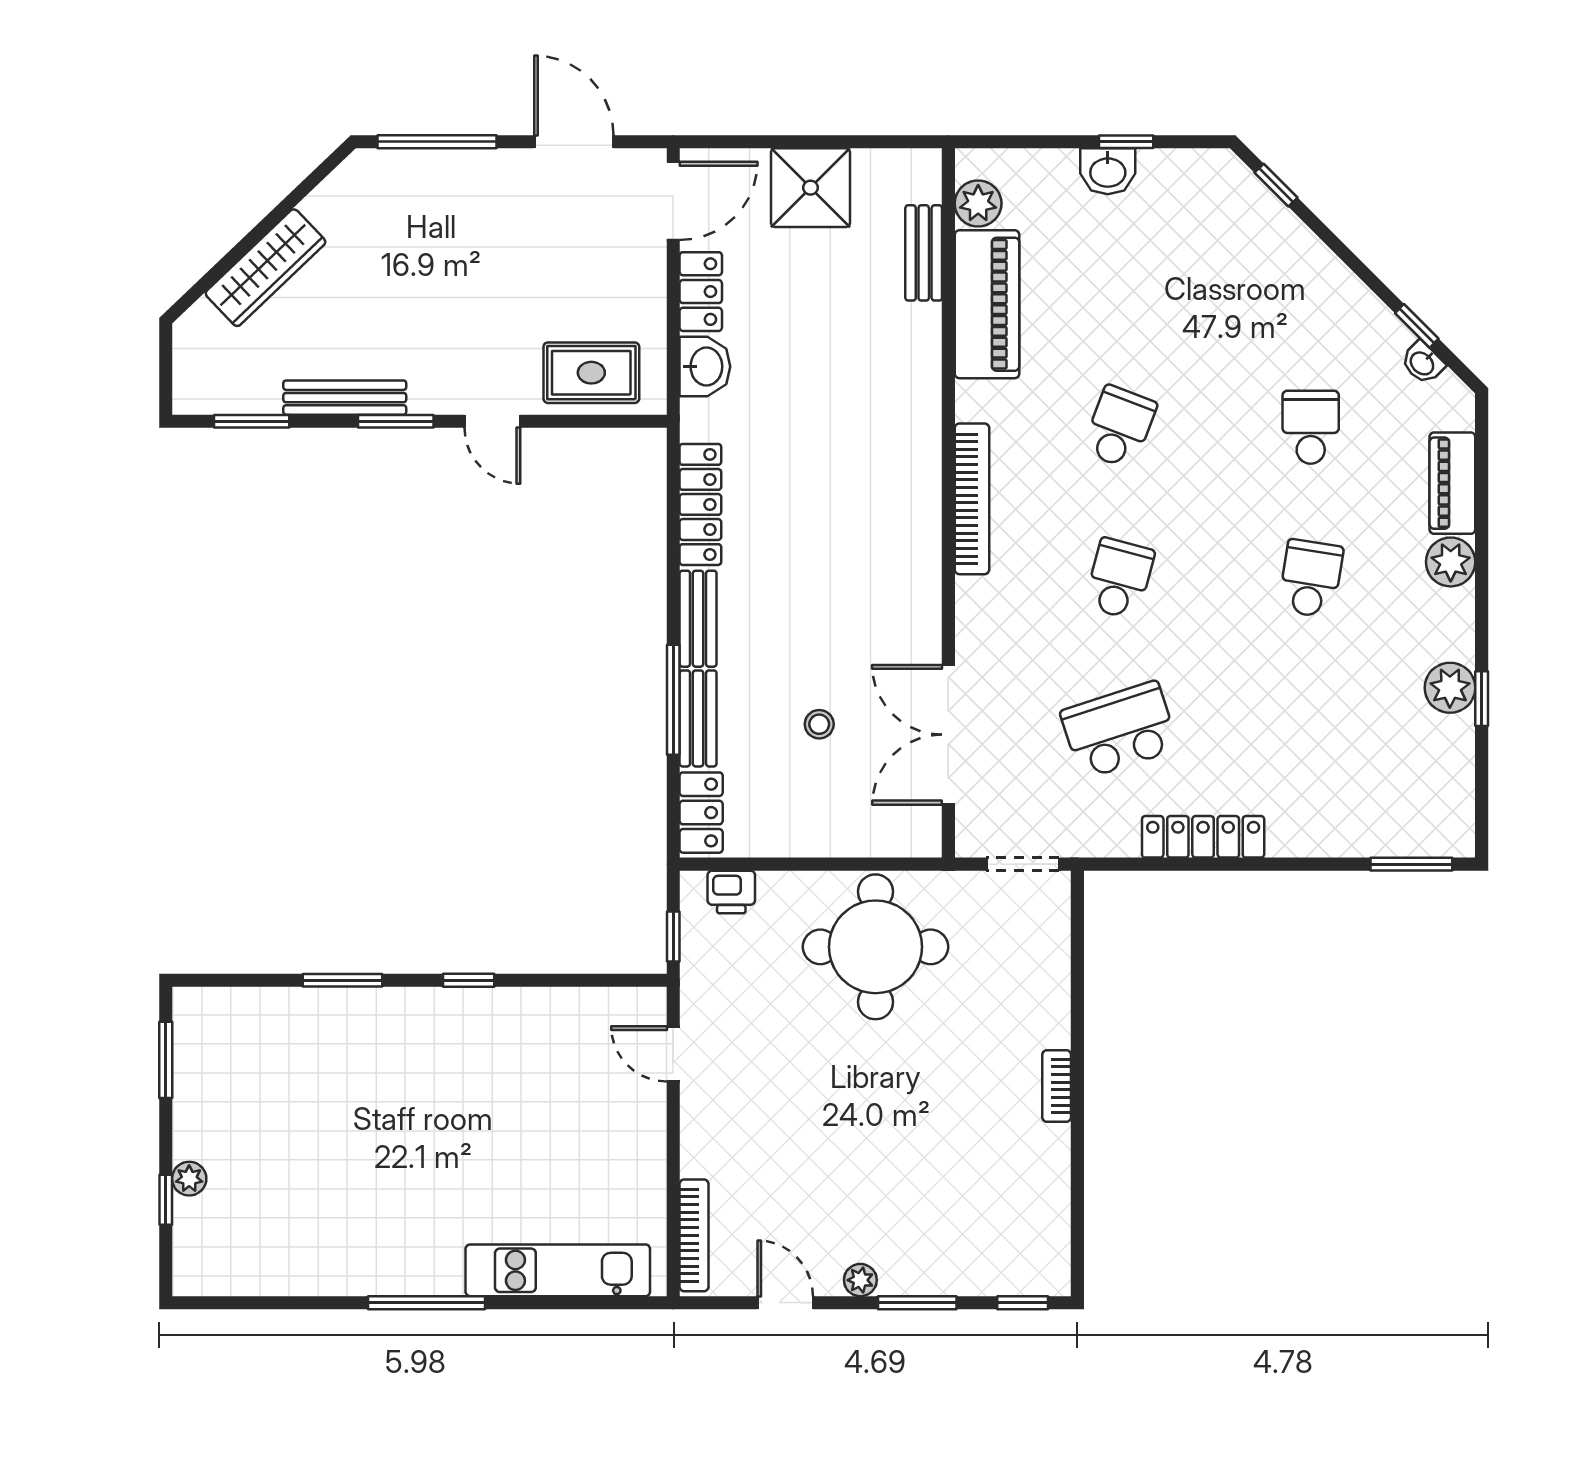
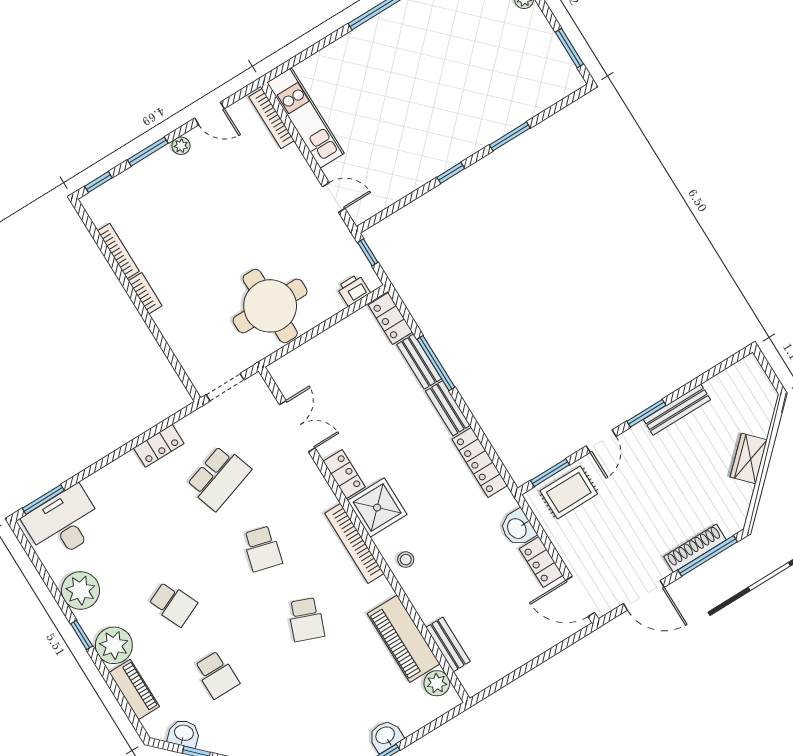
shoe rack: (449, 166) -> (695, 548), added
shower: (810, 188) -> (377, 508), moved
door: (673, 201) -> (580, 596), hinge flipped
wardrobe: (265, 268) -> (749, 458), width x0.67
washbasin: (1423, 363) -> (184, 733), width x1.38, depth x1.45
window: (252, 421) -> (550, 473), moved
door: (492, 421) -> (601, 441), swing flipped
plant: (1451, 562) -> (114, 645), width x1.36, depth x1.36
school desk: (1311, 579) -> (173, 604), turned -33
locker: (922, 616) -> (344, 474), added
plant: (1450, 688) -> (81, 590), width x1.36, depth x1.36
window: (1482, 699) -> (82, 635), moved
stool: (819, 724) -> (406, 560), moved
double door: (948, 735) -> (297, 426), width x0.73
desk: (1403, 808) -> (63, 523), added
locker: (1203, 837) -> (159, 446), width x0.66
bookcase: (1058, 1177) -> (118, 251), added
kitchen unit: (558, 1270) -> (306, 118), moved, turned -90

